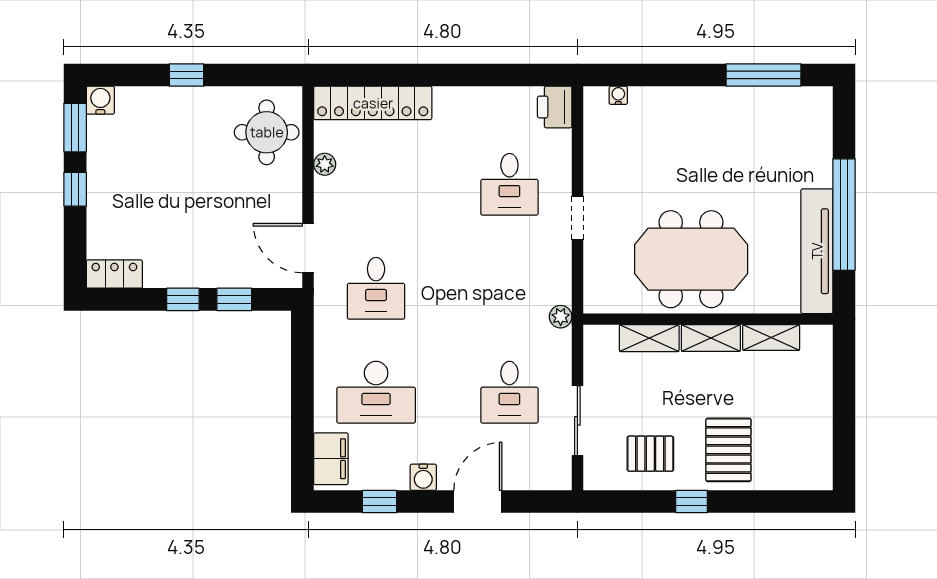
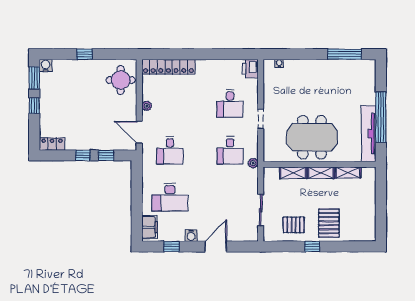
plant: (325, 164) -> (147, 106), moved
desk: (509, 392) -> (230, 150), moved

